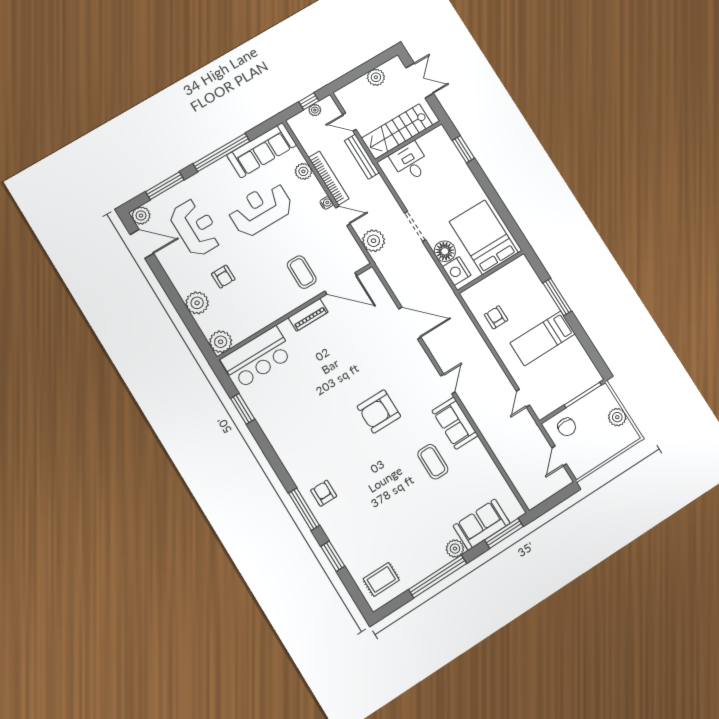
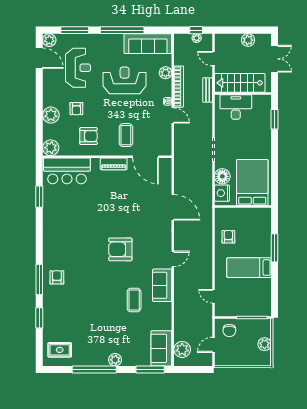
bench: (362, 157) -> (208, 90), width x0.73
desk: (410, 162) -> (236, 107), width x1.37
plant: (374, 241) -> (182, 349), moved
armchair: (258, 300) -> (89, 136), added
door: (523, 398) -> (214, 296), hinge flipped
sofa: (482, 525) -> (161, 348), moved, turned -90

